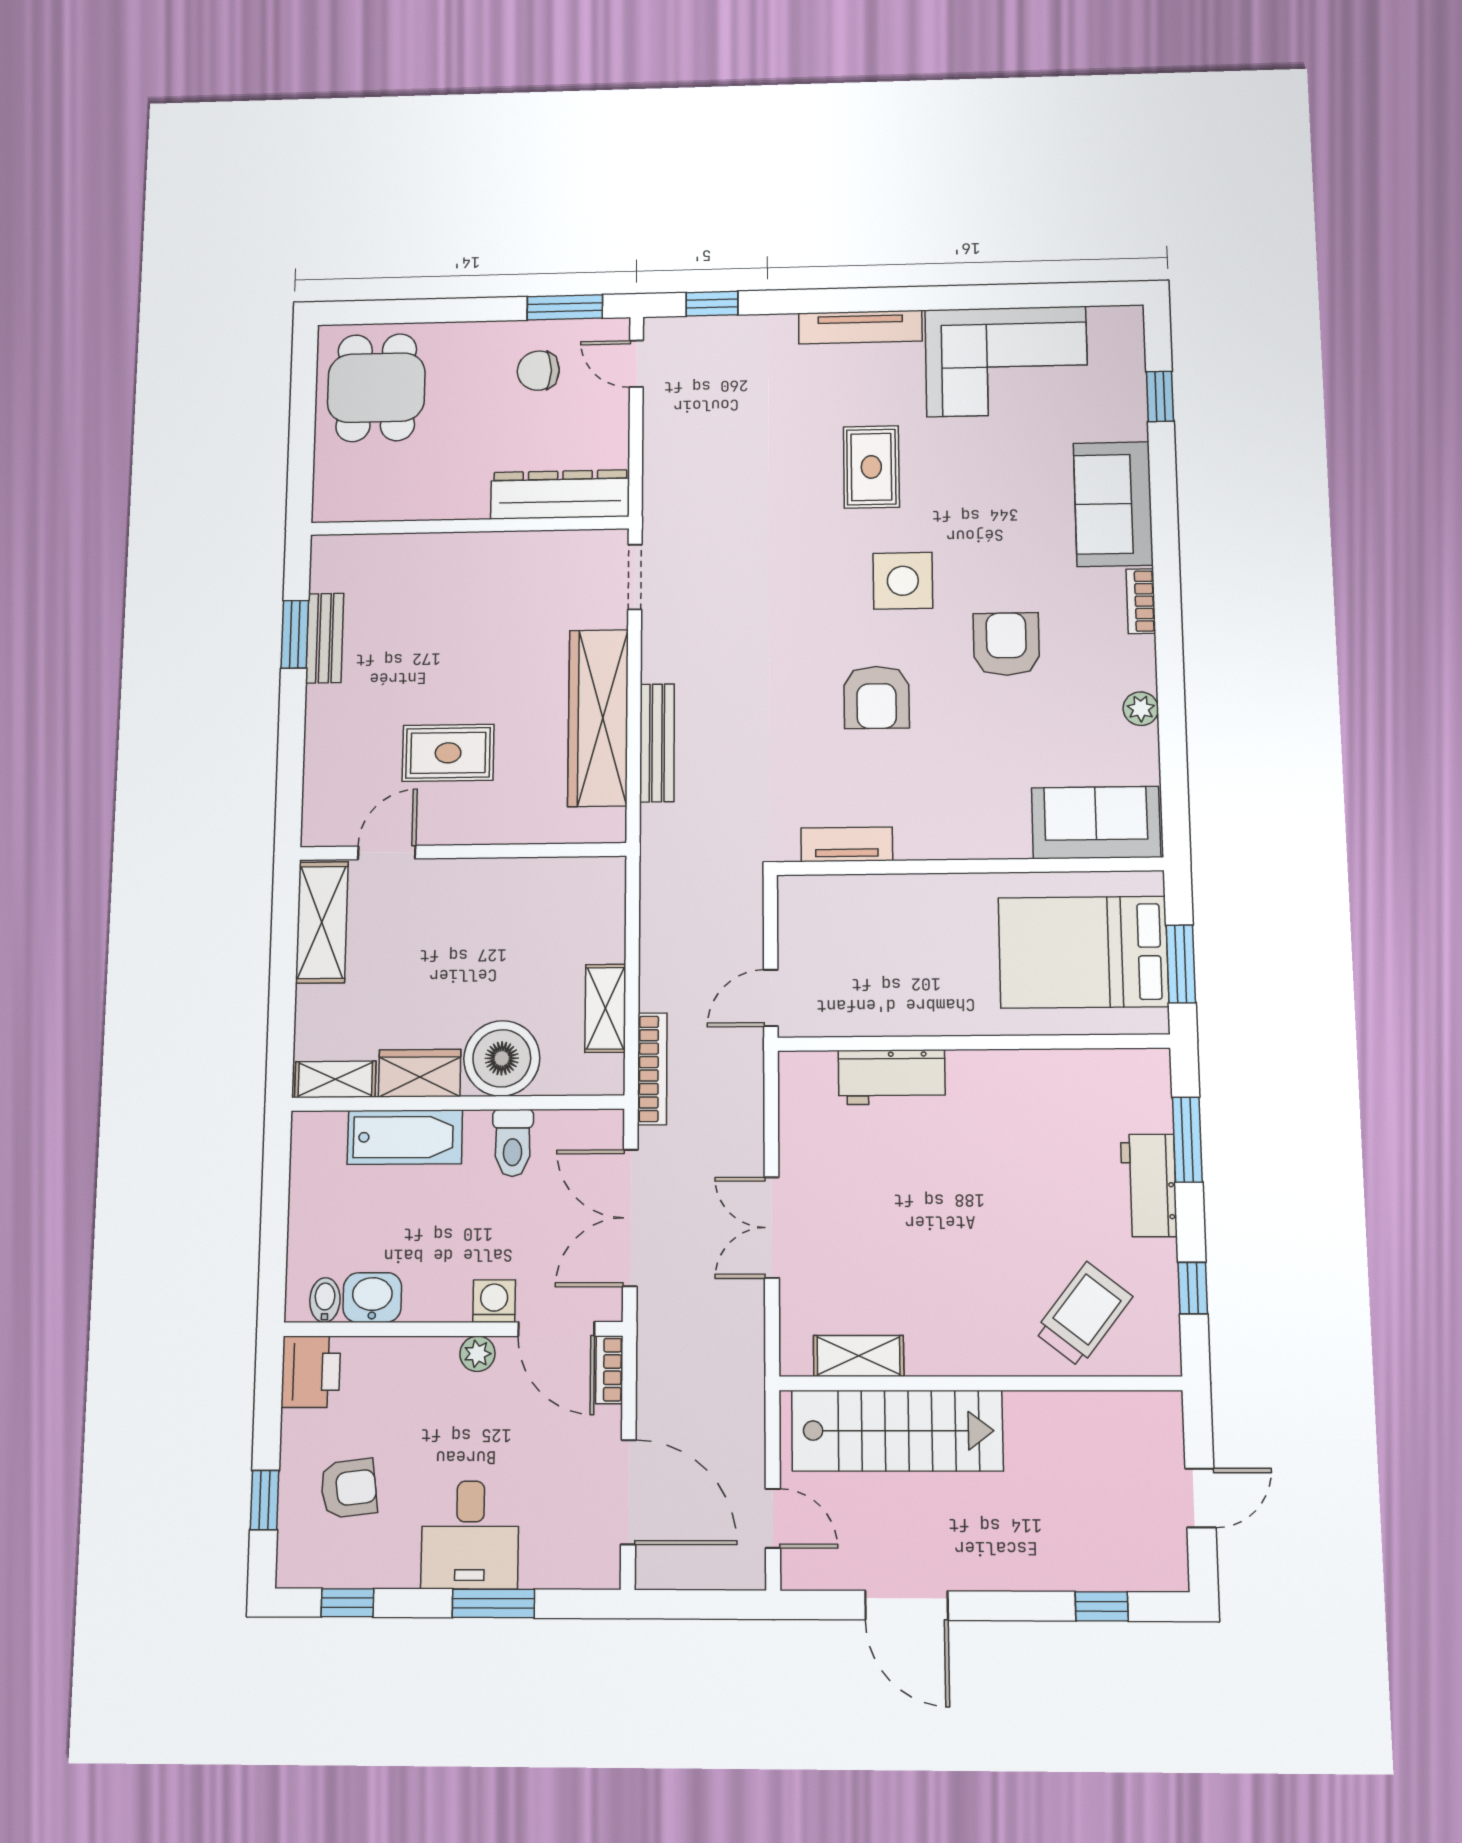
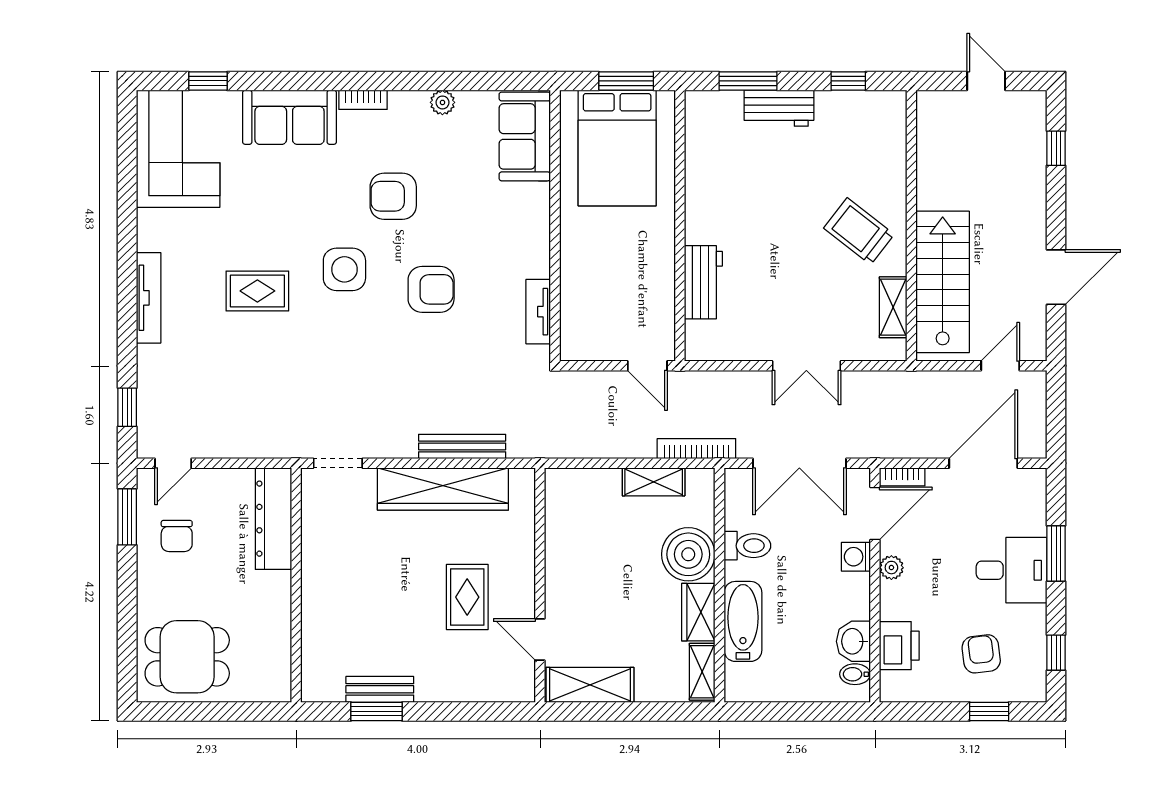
corner sofa: (1006, 361) -> (178, 149), moved
trolley: (1083, 1314) -> (859, 231), moved
printer: (311, 1372) -> (899, 646), moved, turned 90

